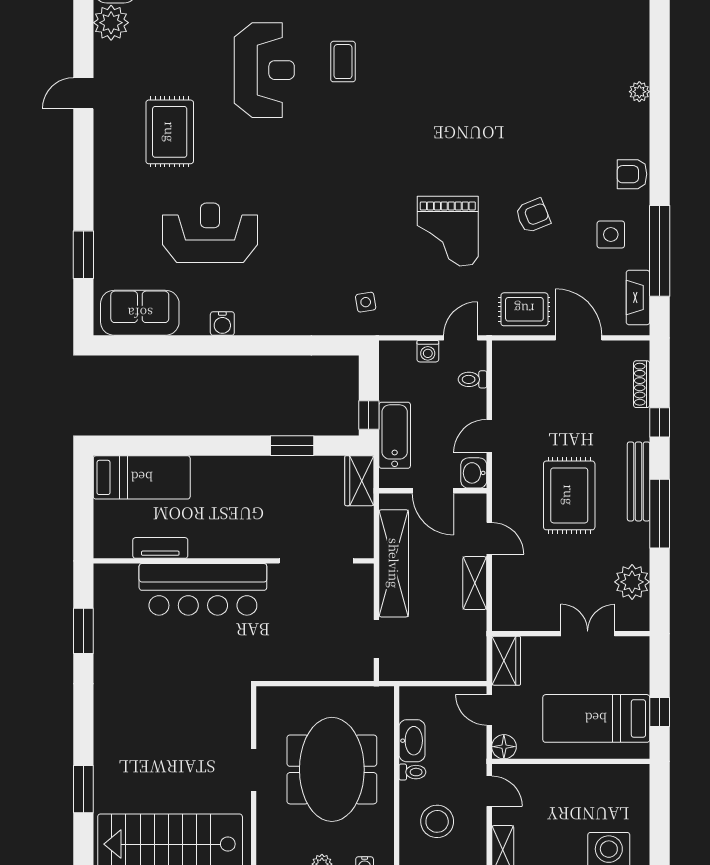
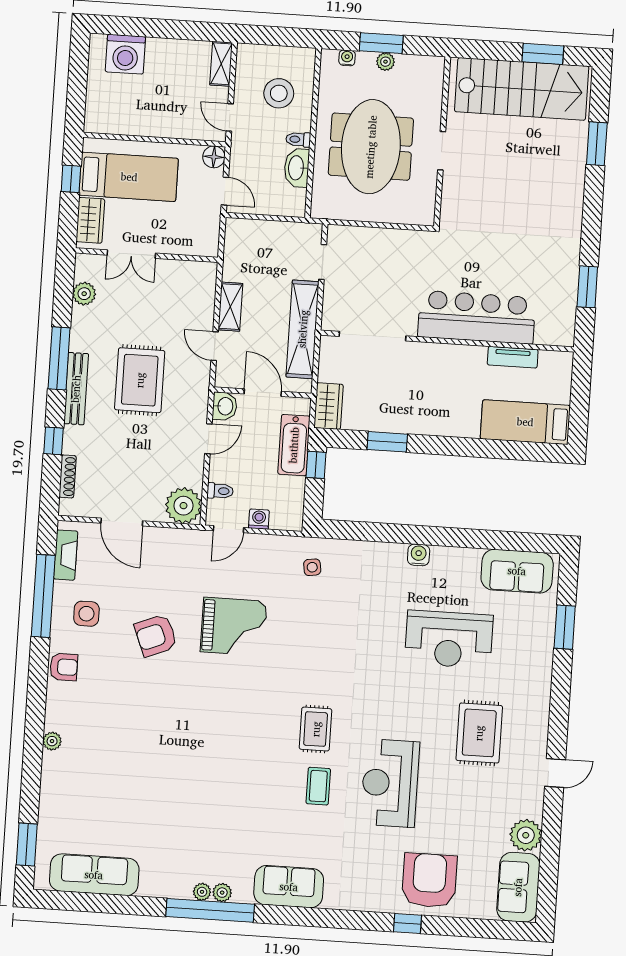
armchair: (533, 216) -> (156, 635), width x1.38, depth x1.38
grand piano: (448, 231) -> (234, 626), turned 90
rug: (524, 309) -> (316, 729), moved, turned 90
water cooler: (222, 324) -> (419, 555), moved
plant: (512, 360) -> (183, 506), added
plant: (632, 582) -> (84, 294), width x0.73, depth x0.73
wardrobe: (506, 661) -> (90, 220), moved, turned 180

